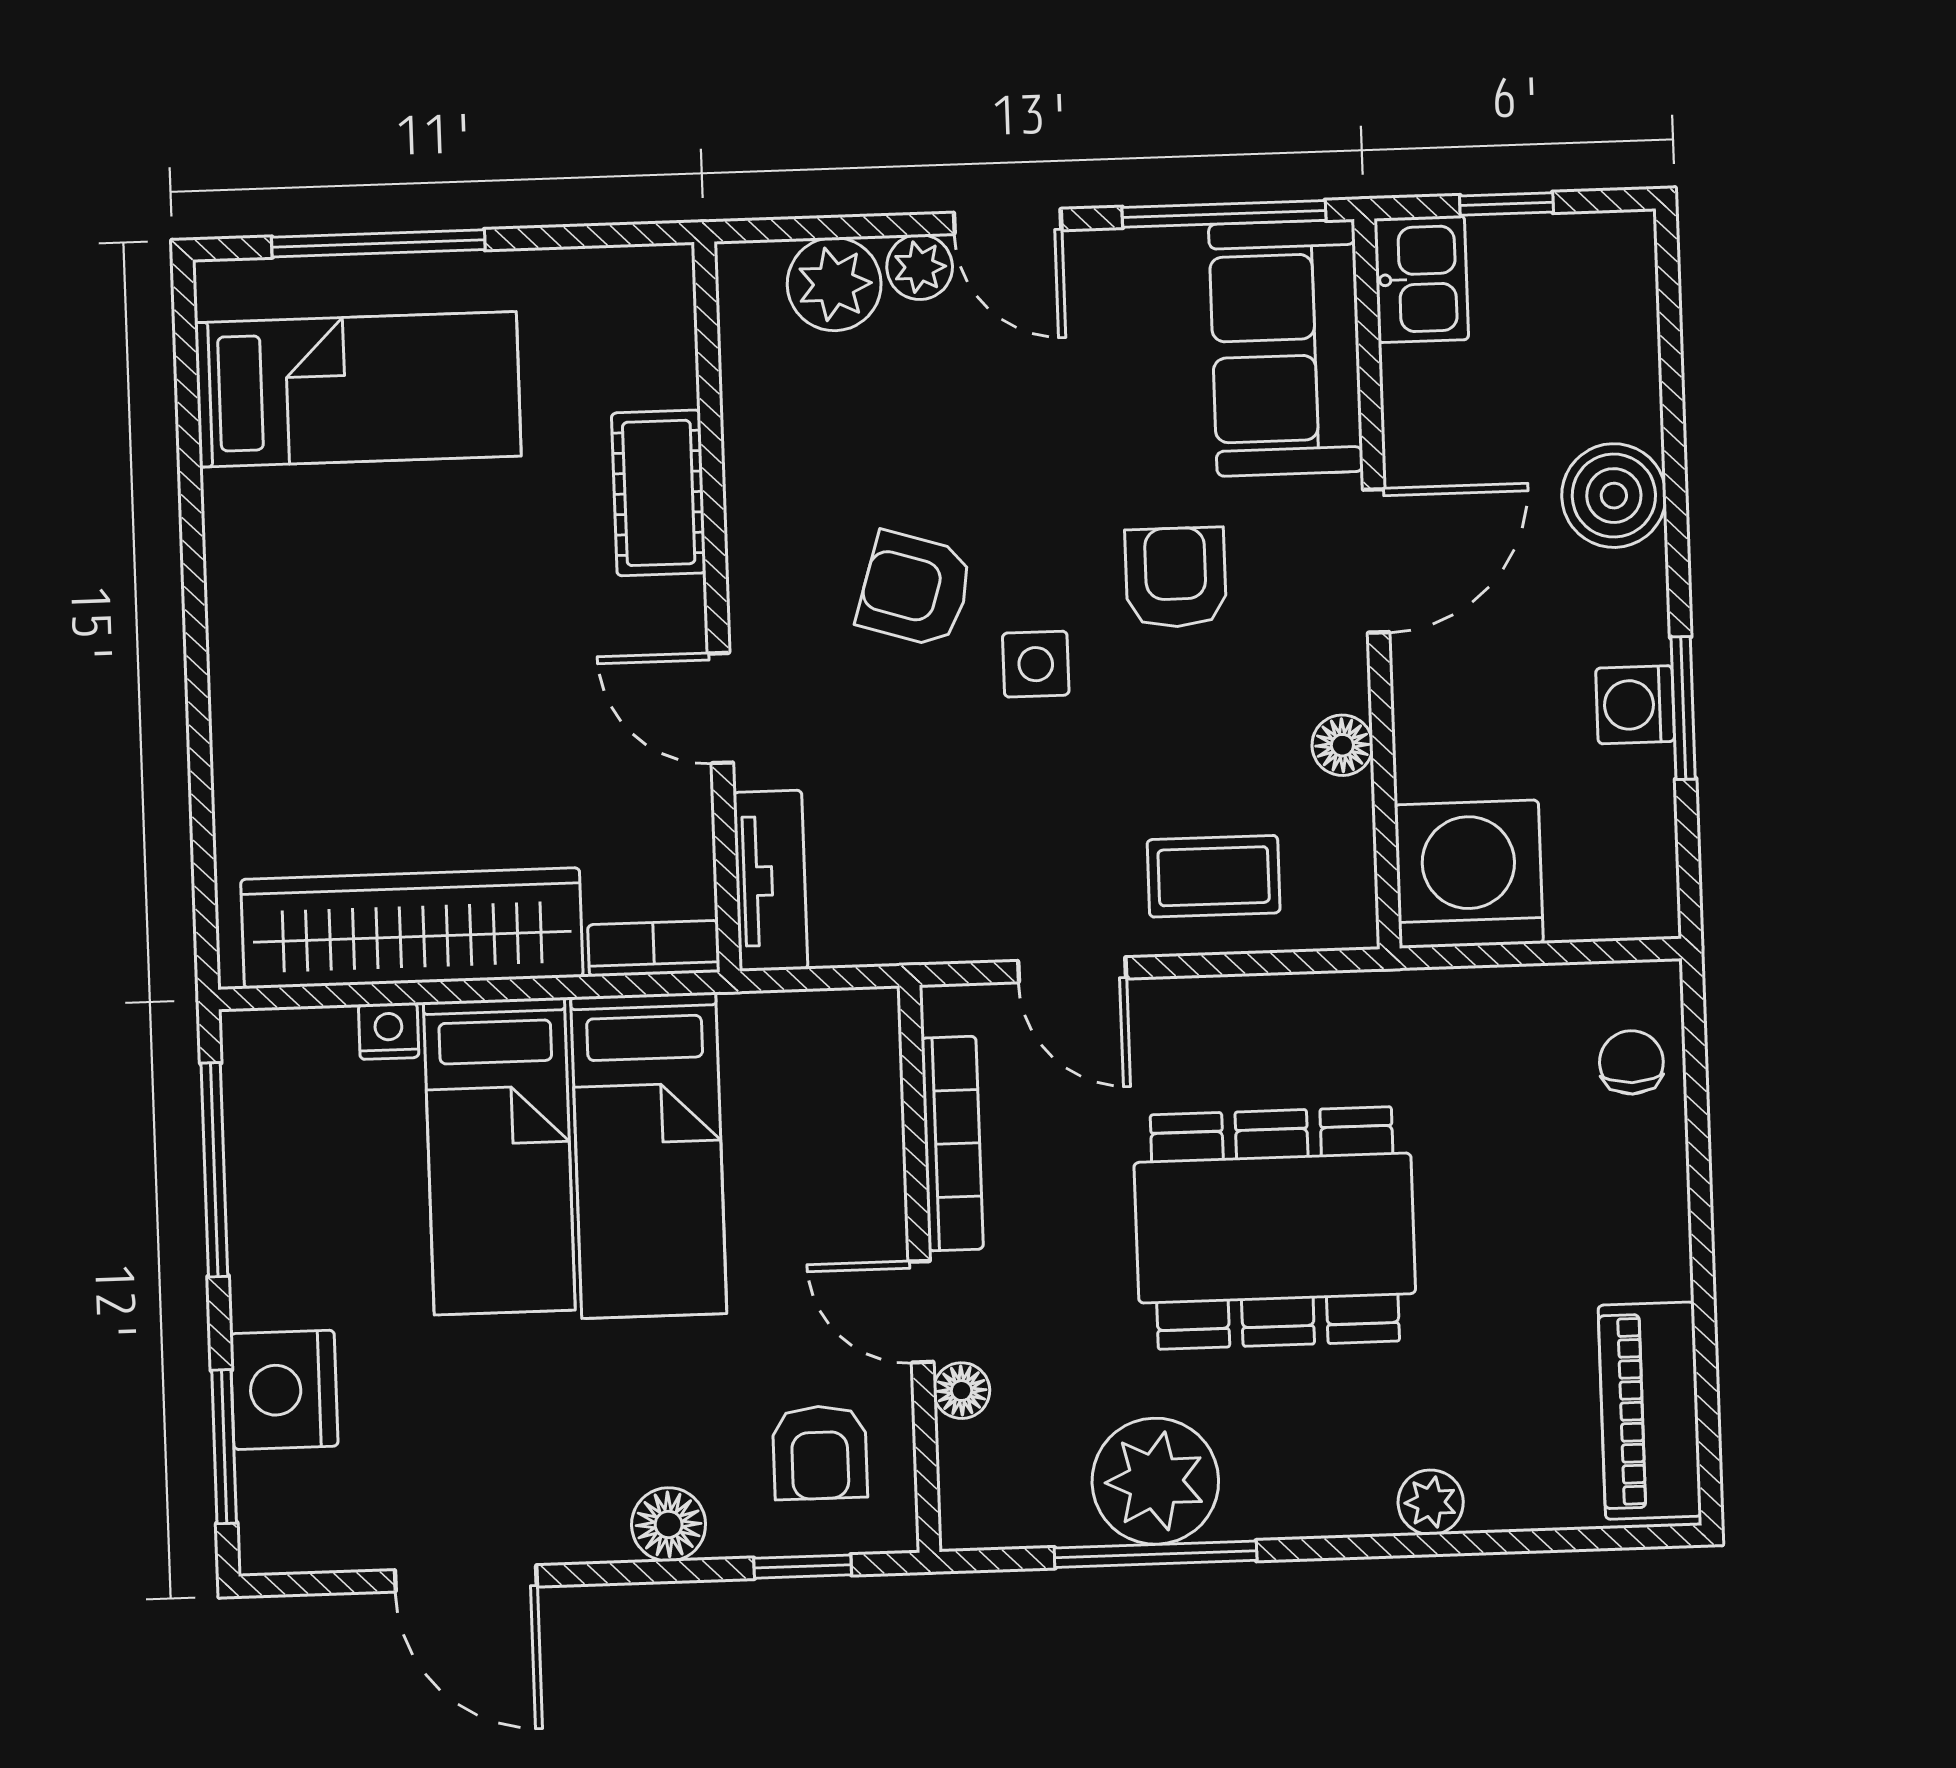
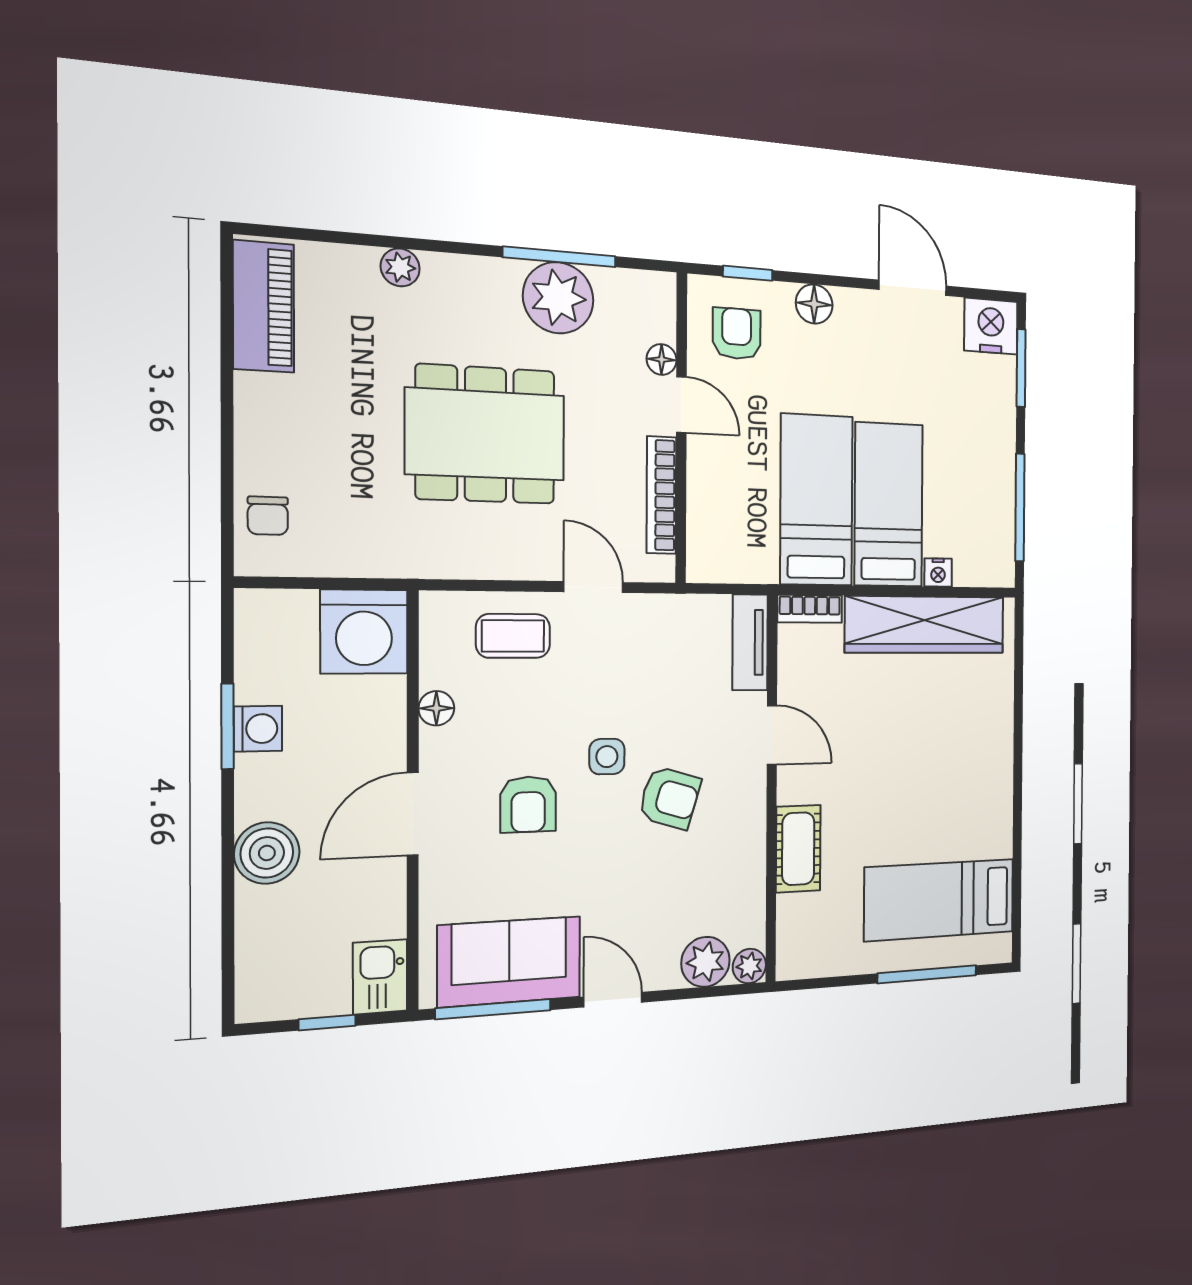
plant: (920, 267) -> (749, 966), moved
sofa: (1286, 348) -> (509, 962), moved, turned -90
nightstand: (284, 1390) -> (991, 326), moved, turned -90

